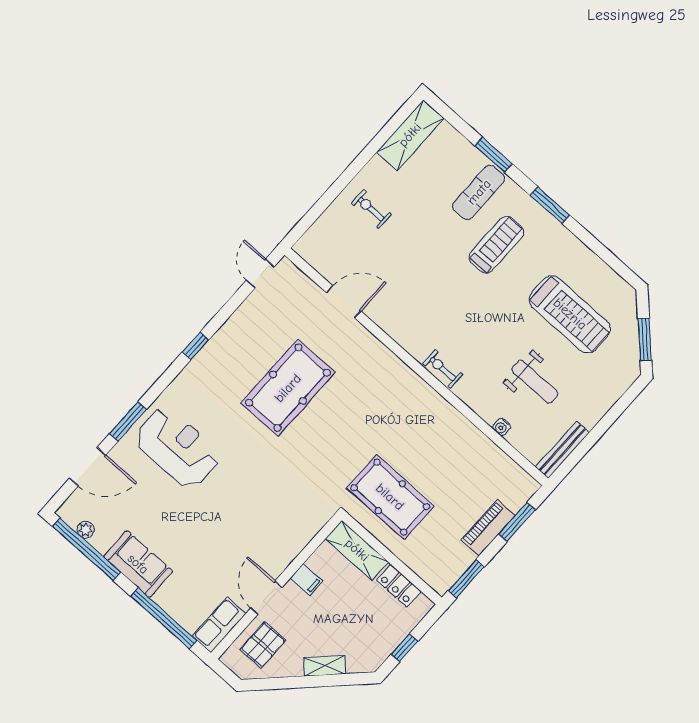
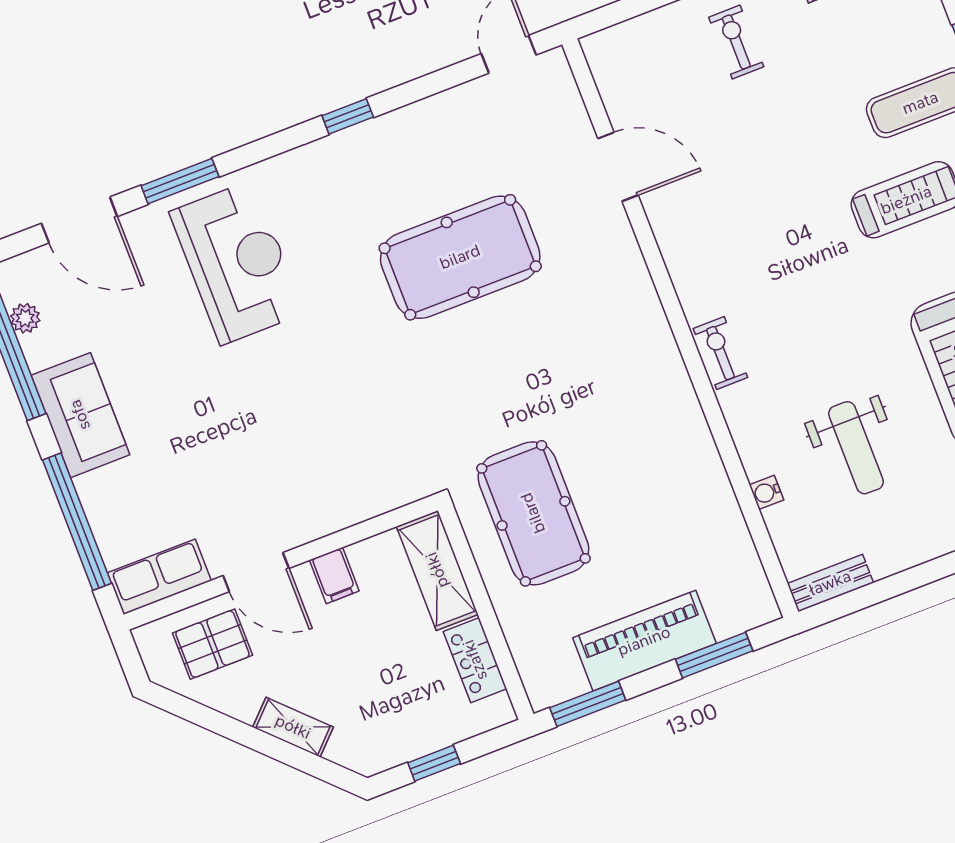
bench: (562, 450) -> (830, 583), width x0.73
piano: (488, 528) -> (644, 641), width x1.37, depth x1.33
door: (266, 598) -> (256, 572), swing flipped

